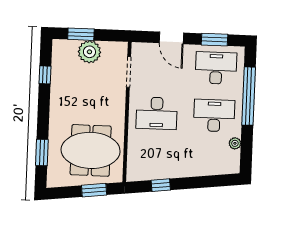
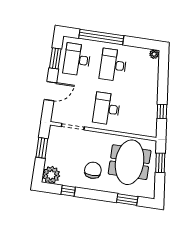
window: (81, 34) -> (42, 148), moved
plant: (89, 52) -> (51, 175), moved
chair: (75, 104) -> (93, 170), added
desk: (157, 113) -> (107, 109), turned 180
plant: (235, 143) -> (154, 54), moved

